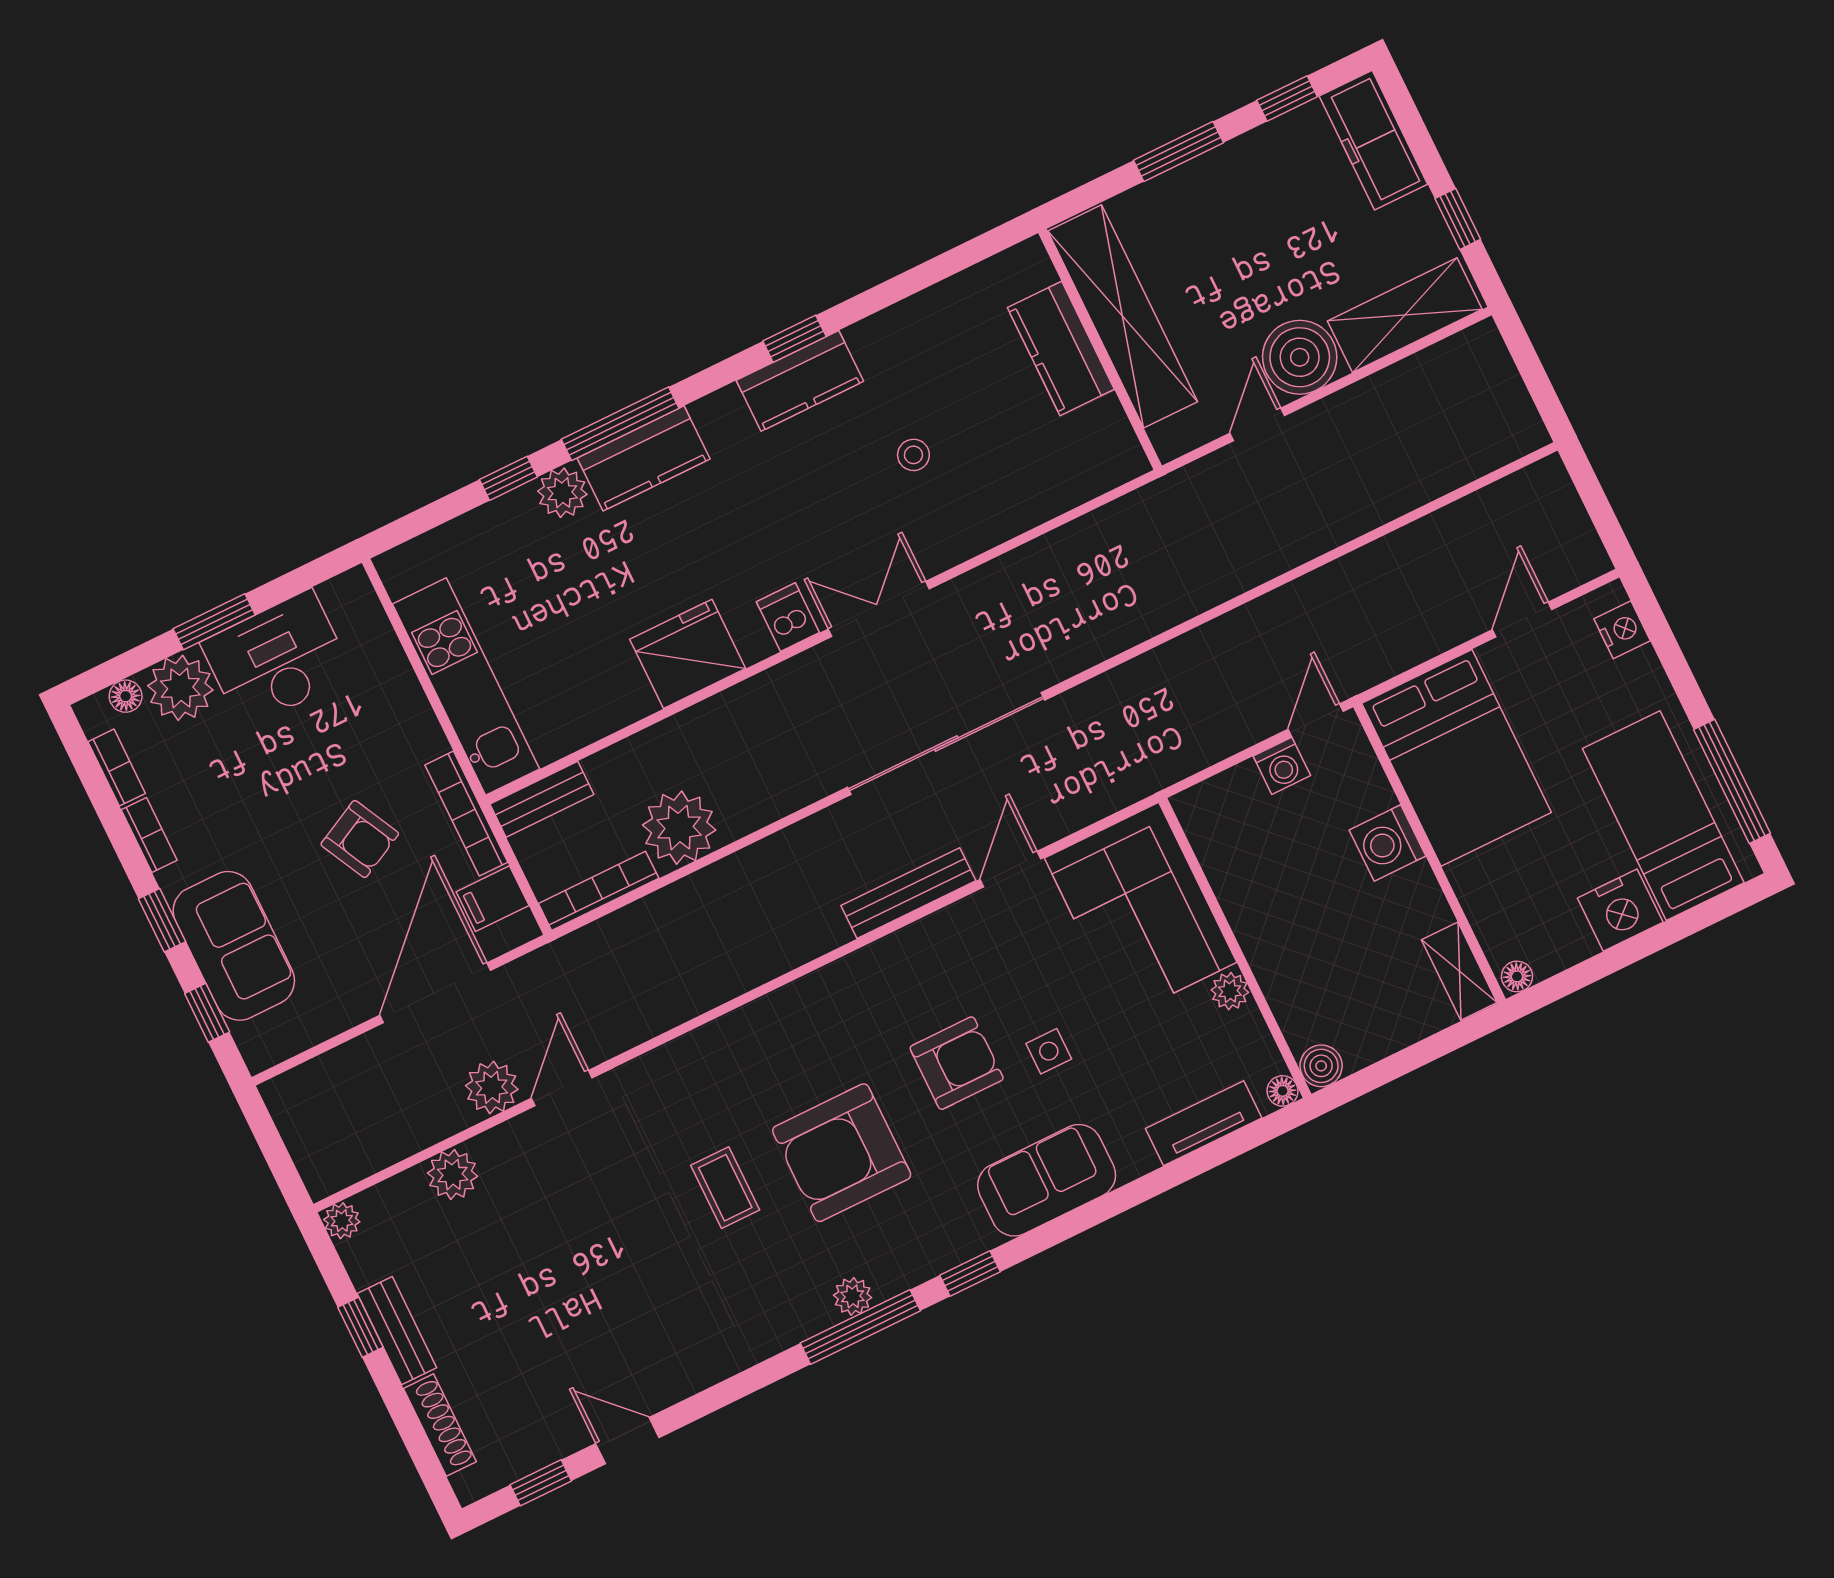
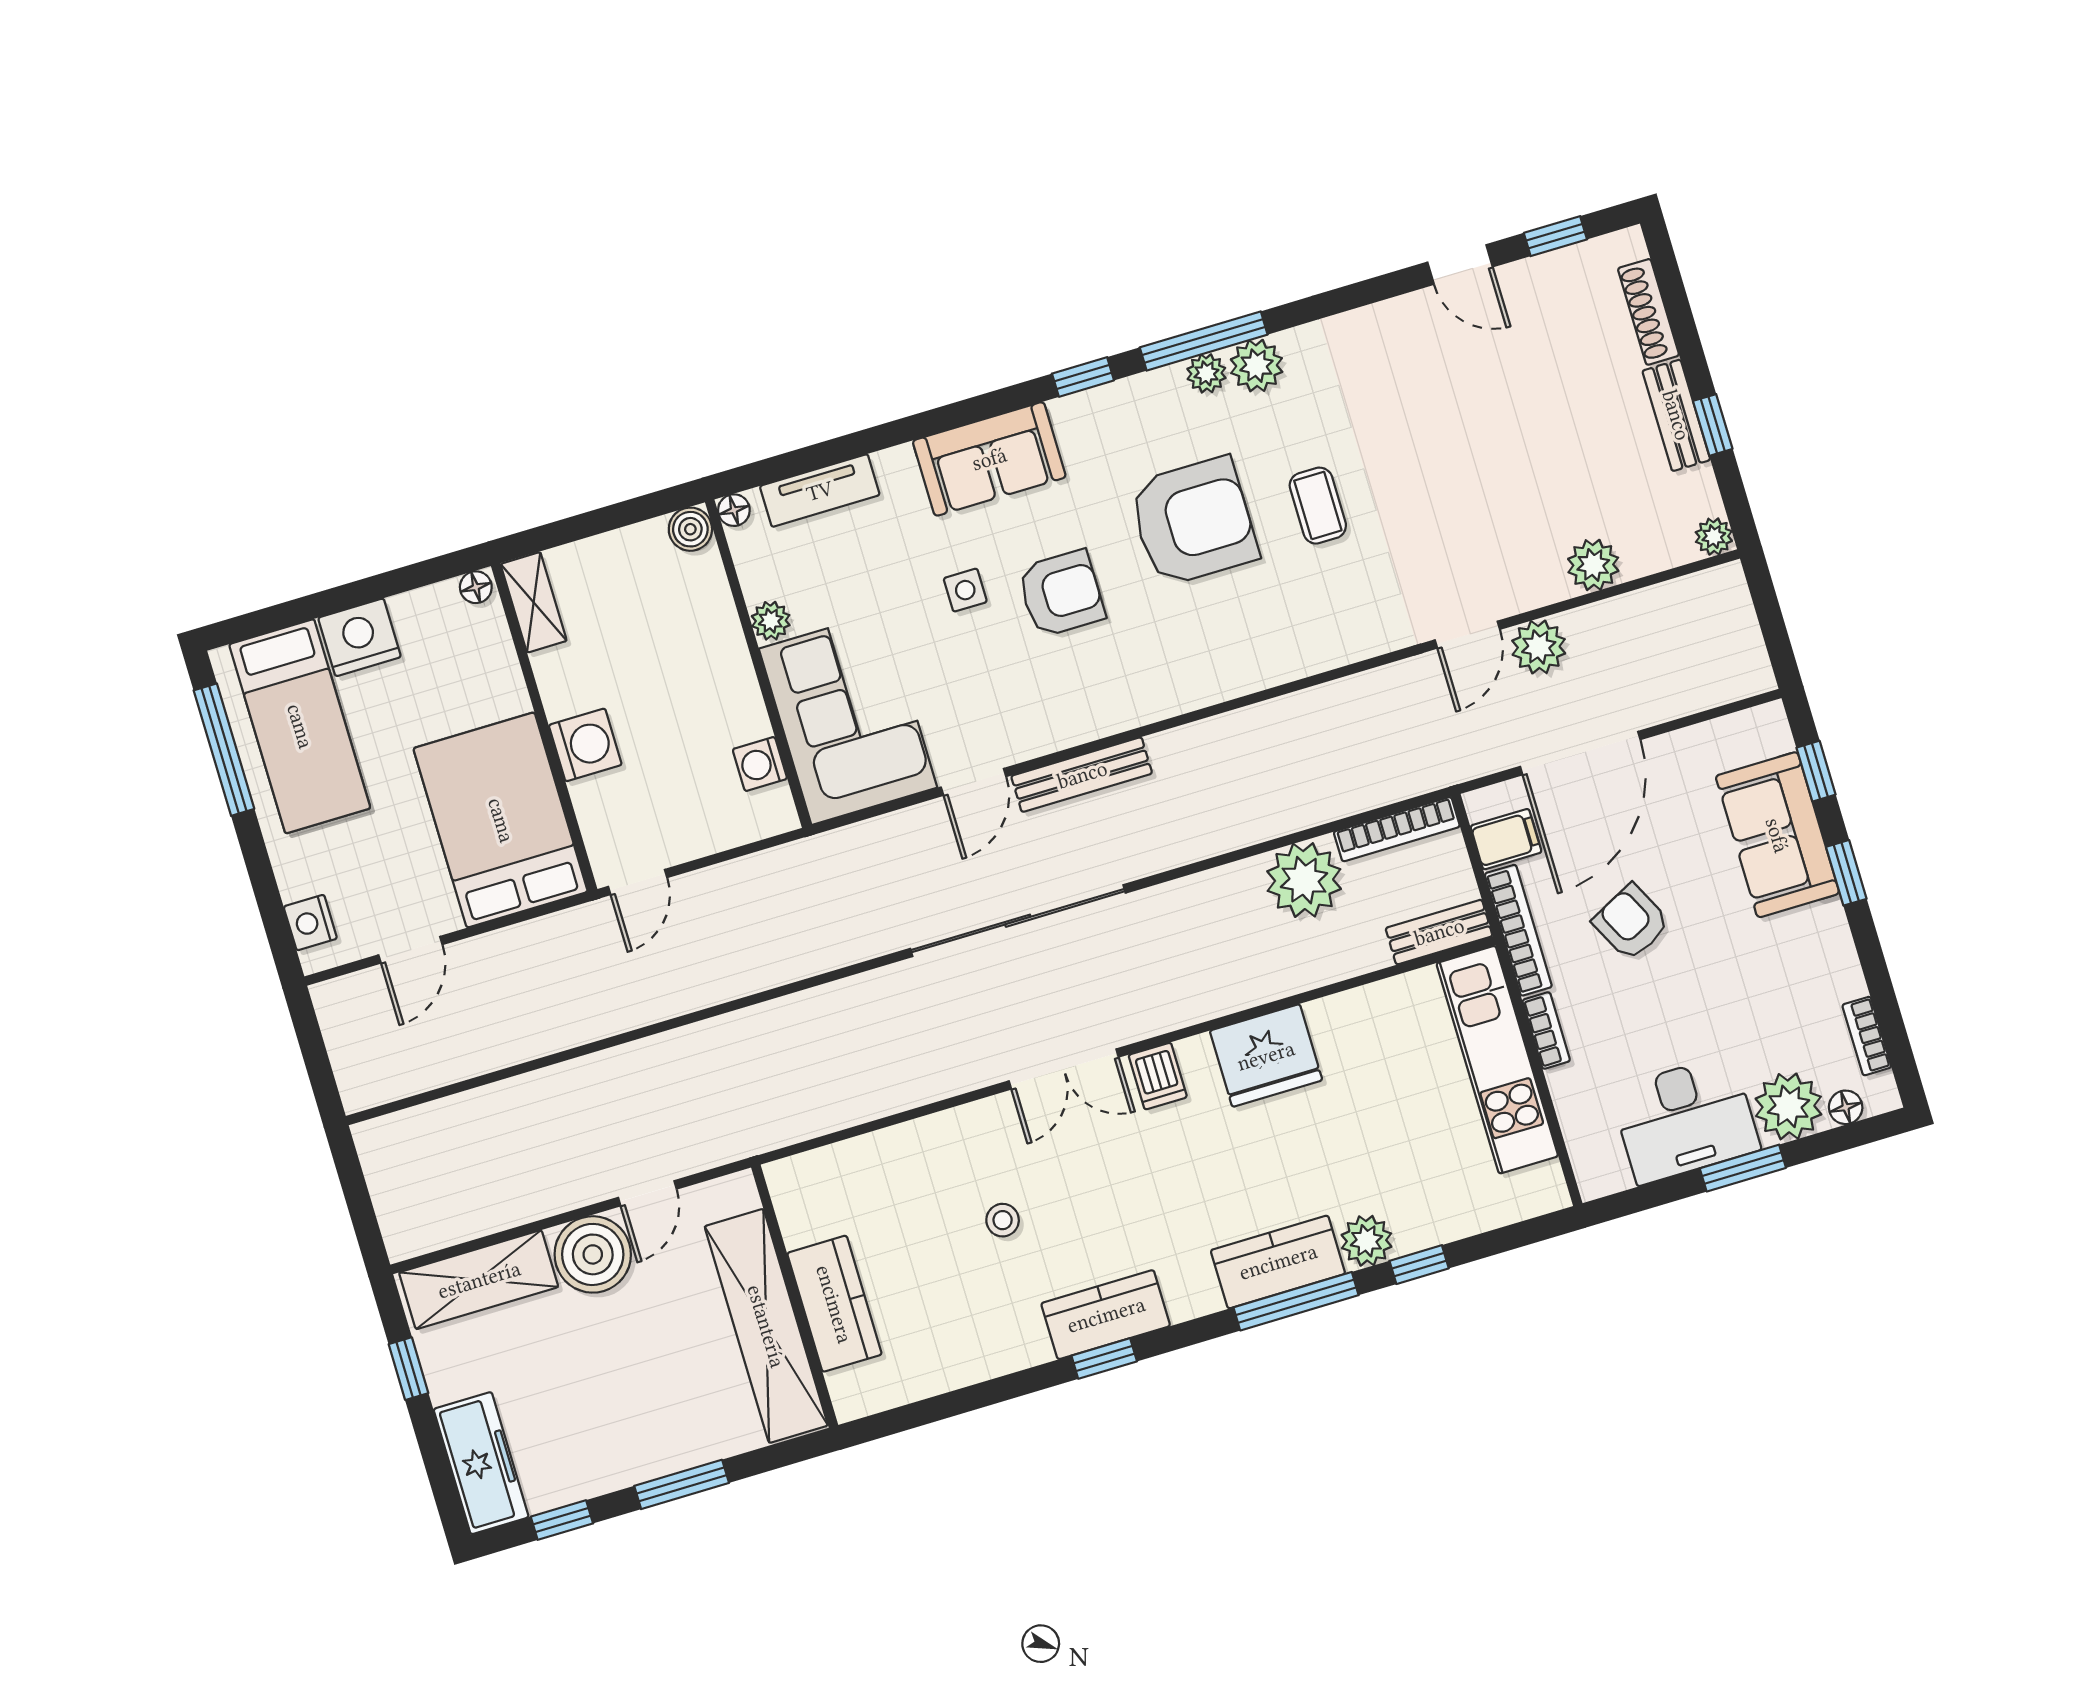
washing machine: (1282, 766) -> (760, 764), moved, turned -90
bookcase: (149, 835) -> (1546, 1031), moved, turned 180
armchair: (957, 1063) -> (1061, 593), turned 180
plant: (806, 1312) -> (1257, 366), added

